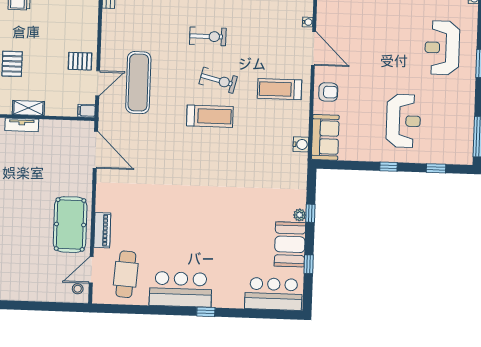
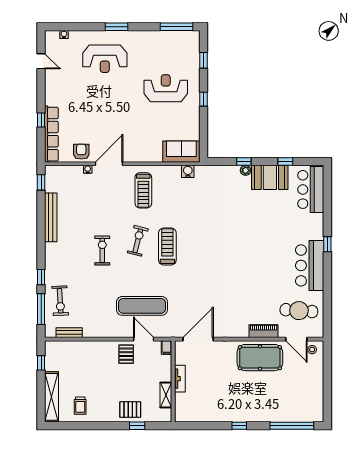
armchair: (328, 92) -> (81, 152), moved
tv unit: (22, 125) -> (180, 379), moved

